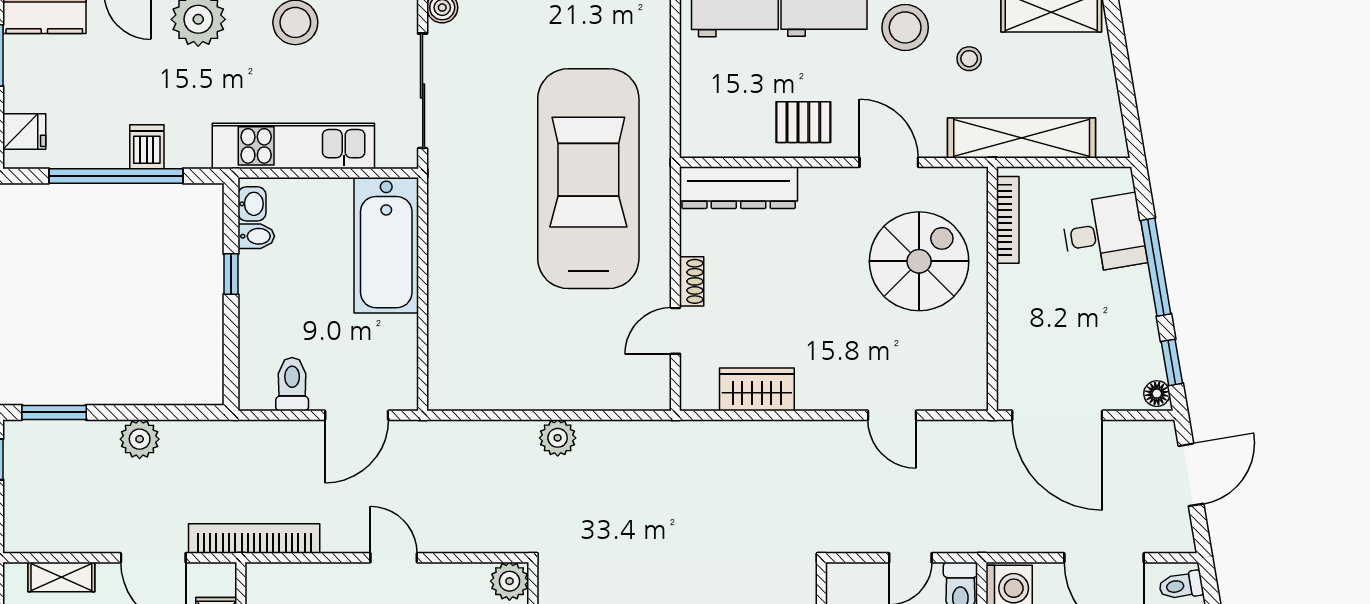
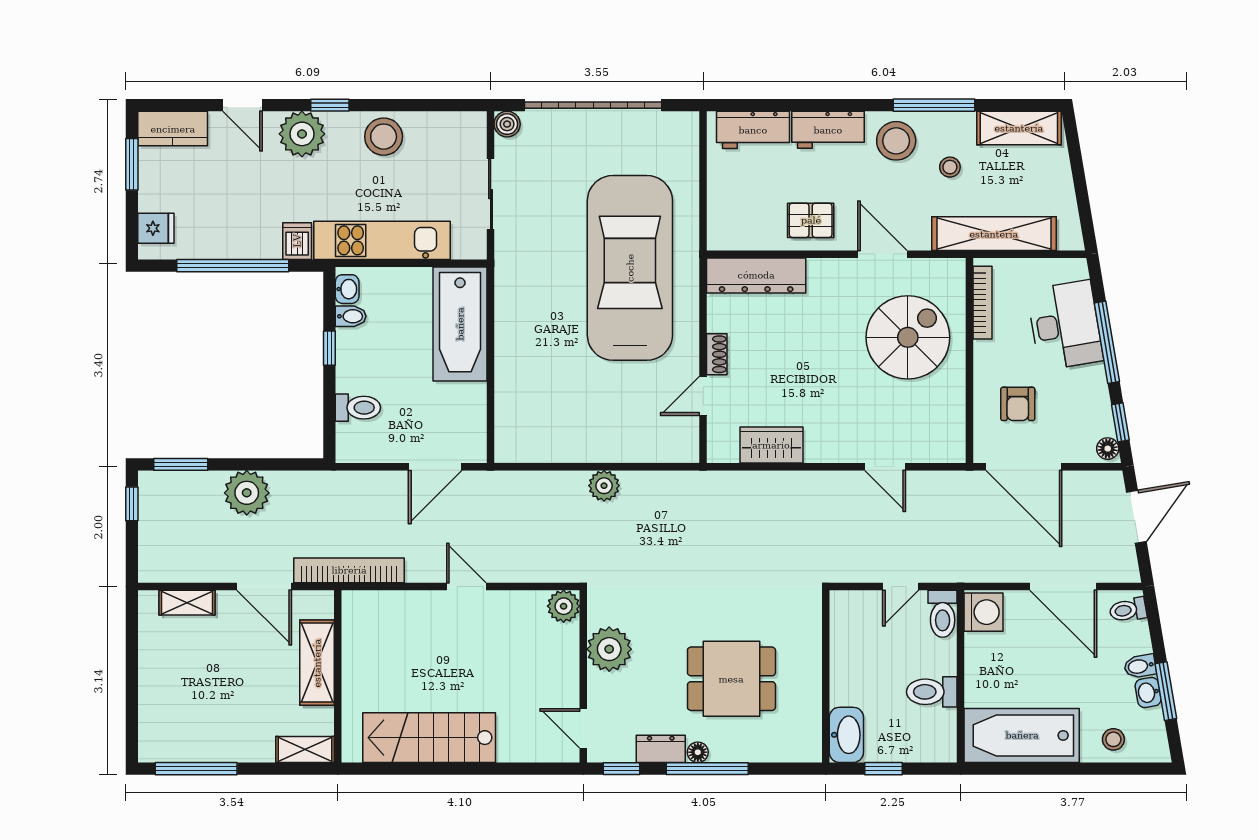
sliding door: (423, 91) -> (491, 194), width x0.73
dishwasher: (147, 147) -> (297, 241), moved
desk: (1104, 234) -> (1065, 325), width x1.37
armchair: (1050, 341) -> (1018, 404), added
toilet: (292, 384) -> (358, 408), moved, turned 90
plant: (140, 439) -> (247, 493), width x1.36, depth x1.36

